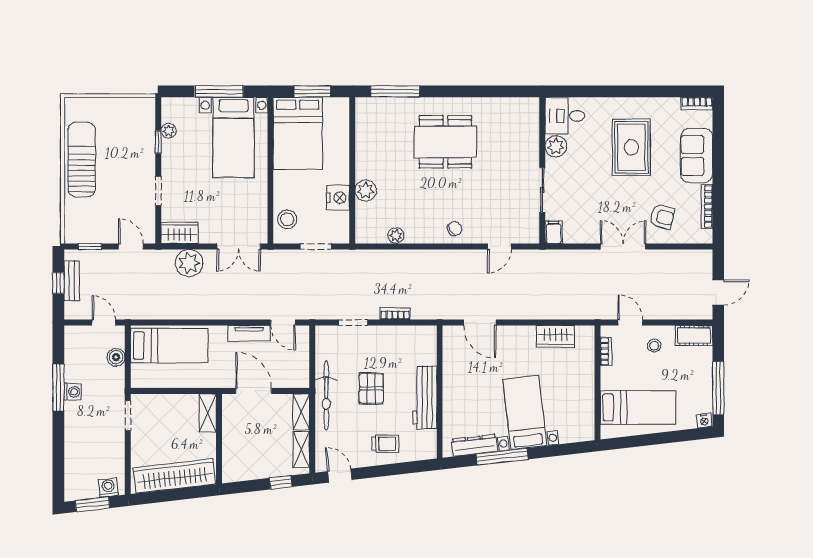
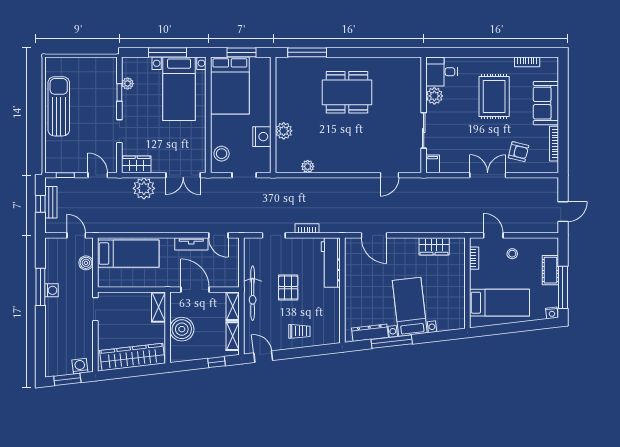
bookcase: (697, 103) -> (527, 62), moved
chair: (455, 229) -> (354, 161), removed
cot: (694, 335) -> (550, 270), moved, turned 90
workbench: (425, 397) -> (331, 263), moved
boiler: (237, 441) -> (182, 329), added

